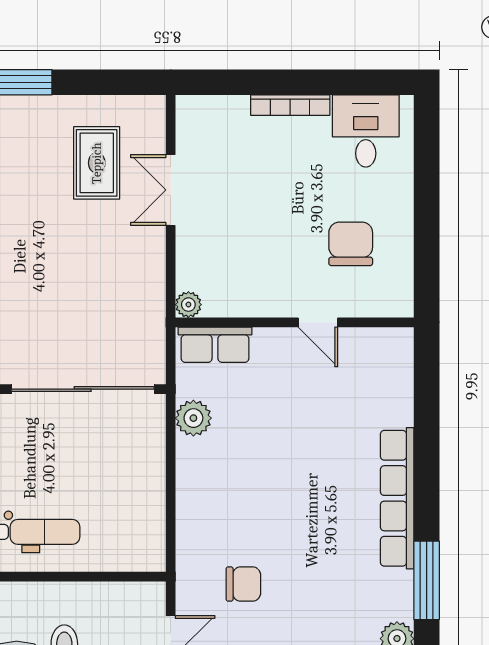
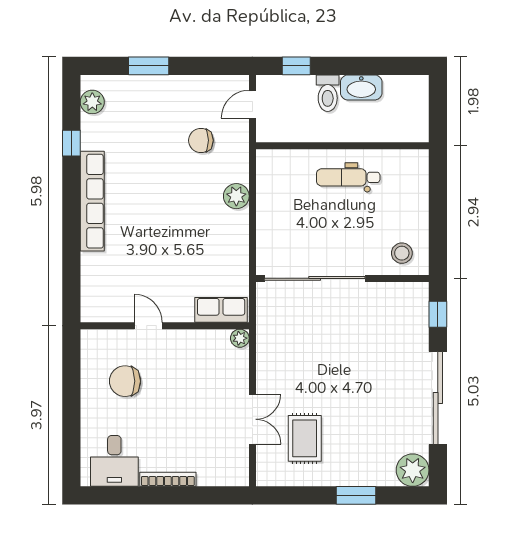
chair: (351, 244) -> (125, 381), turned 90
plant: (193, 418) -> (236, 196), moved
window: (427, 580) -> (71, 143), width x0.46

